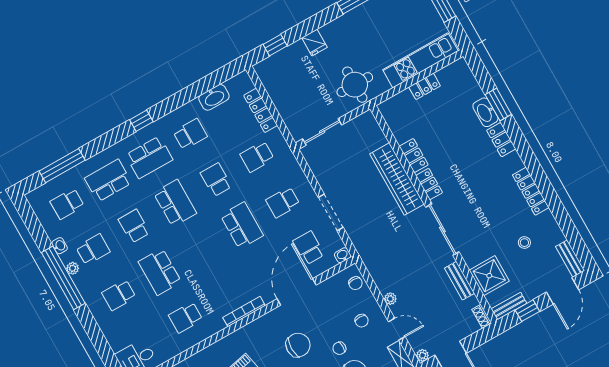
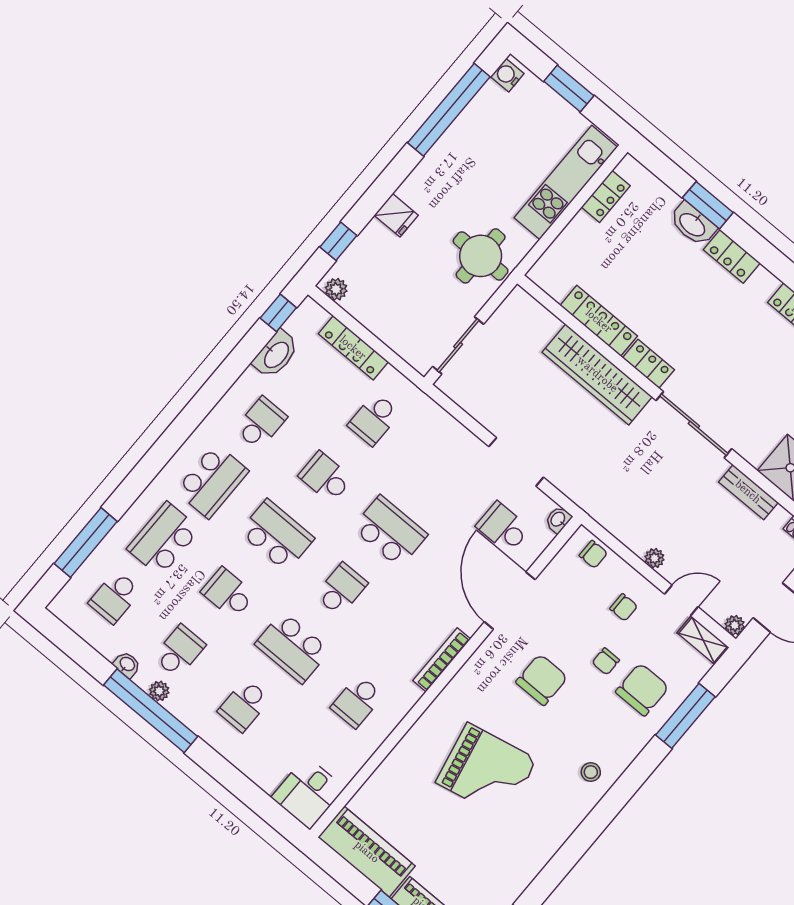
plant: (263, 73) -> (336, 289), added
locker: (425, 86) -> (606, 196), moved
window: (141, 121) -> (278, 313), moved
locker: (414, 156) -> (599, 321), width x1.53
school desk: (283, 202) -> (341, 589), moved, turned 180

